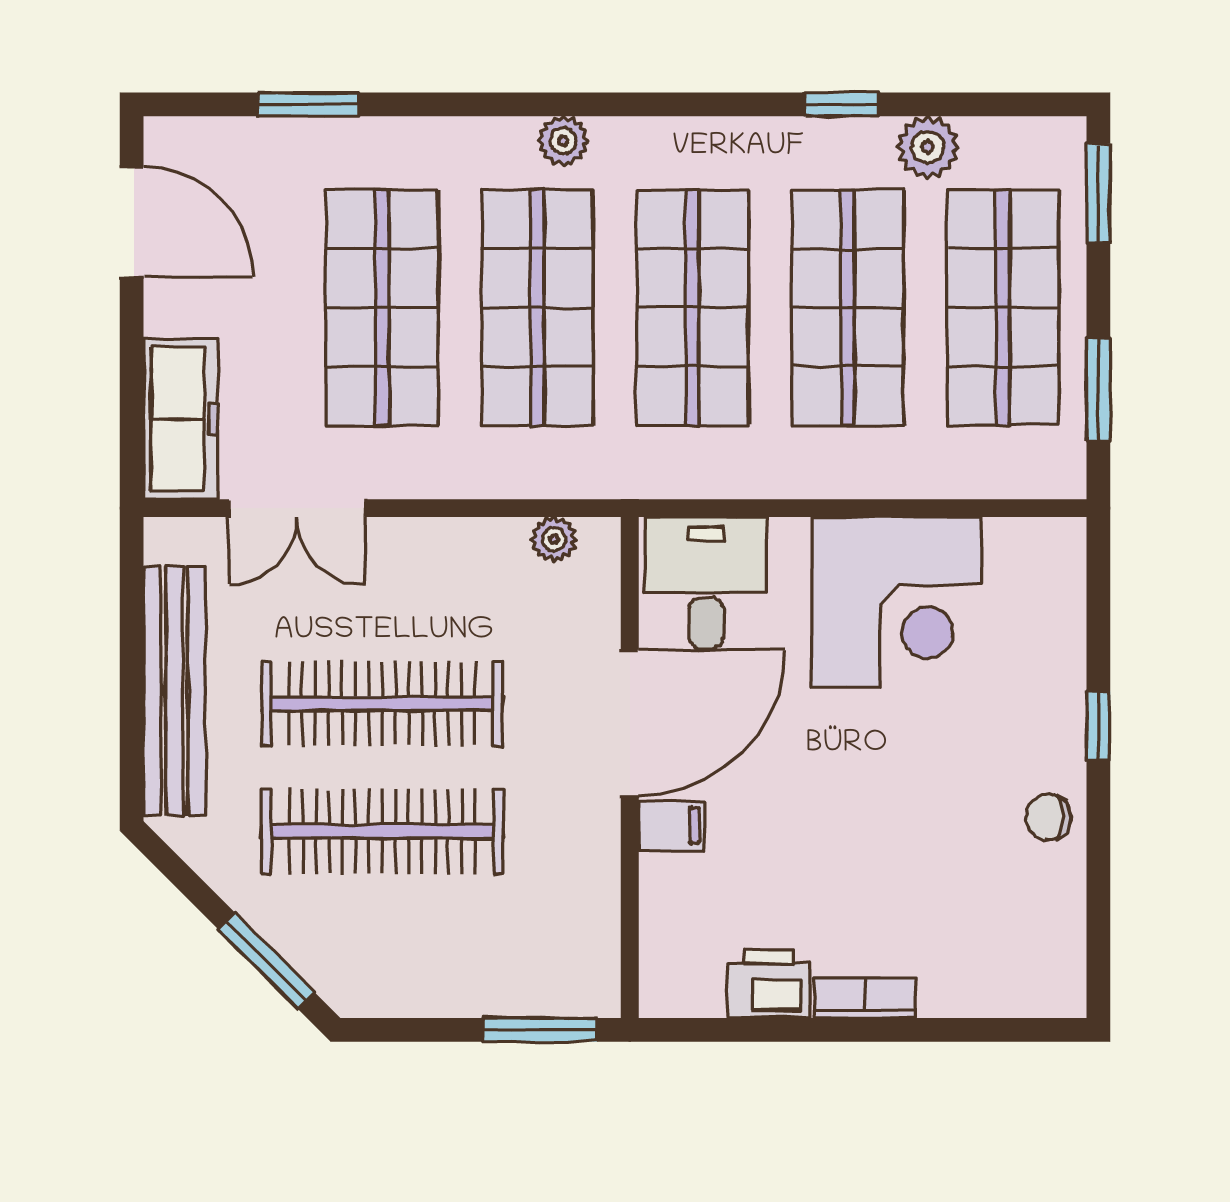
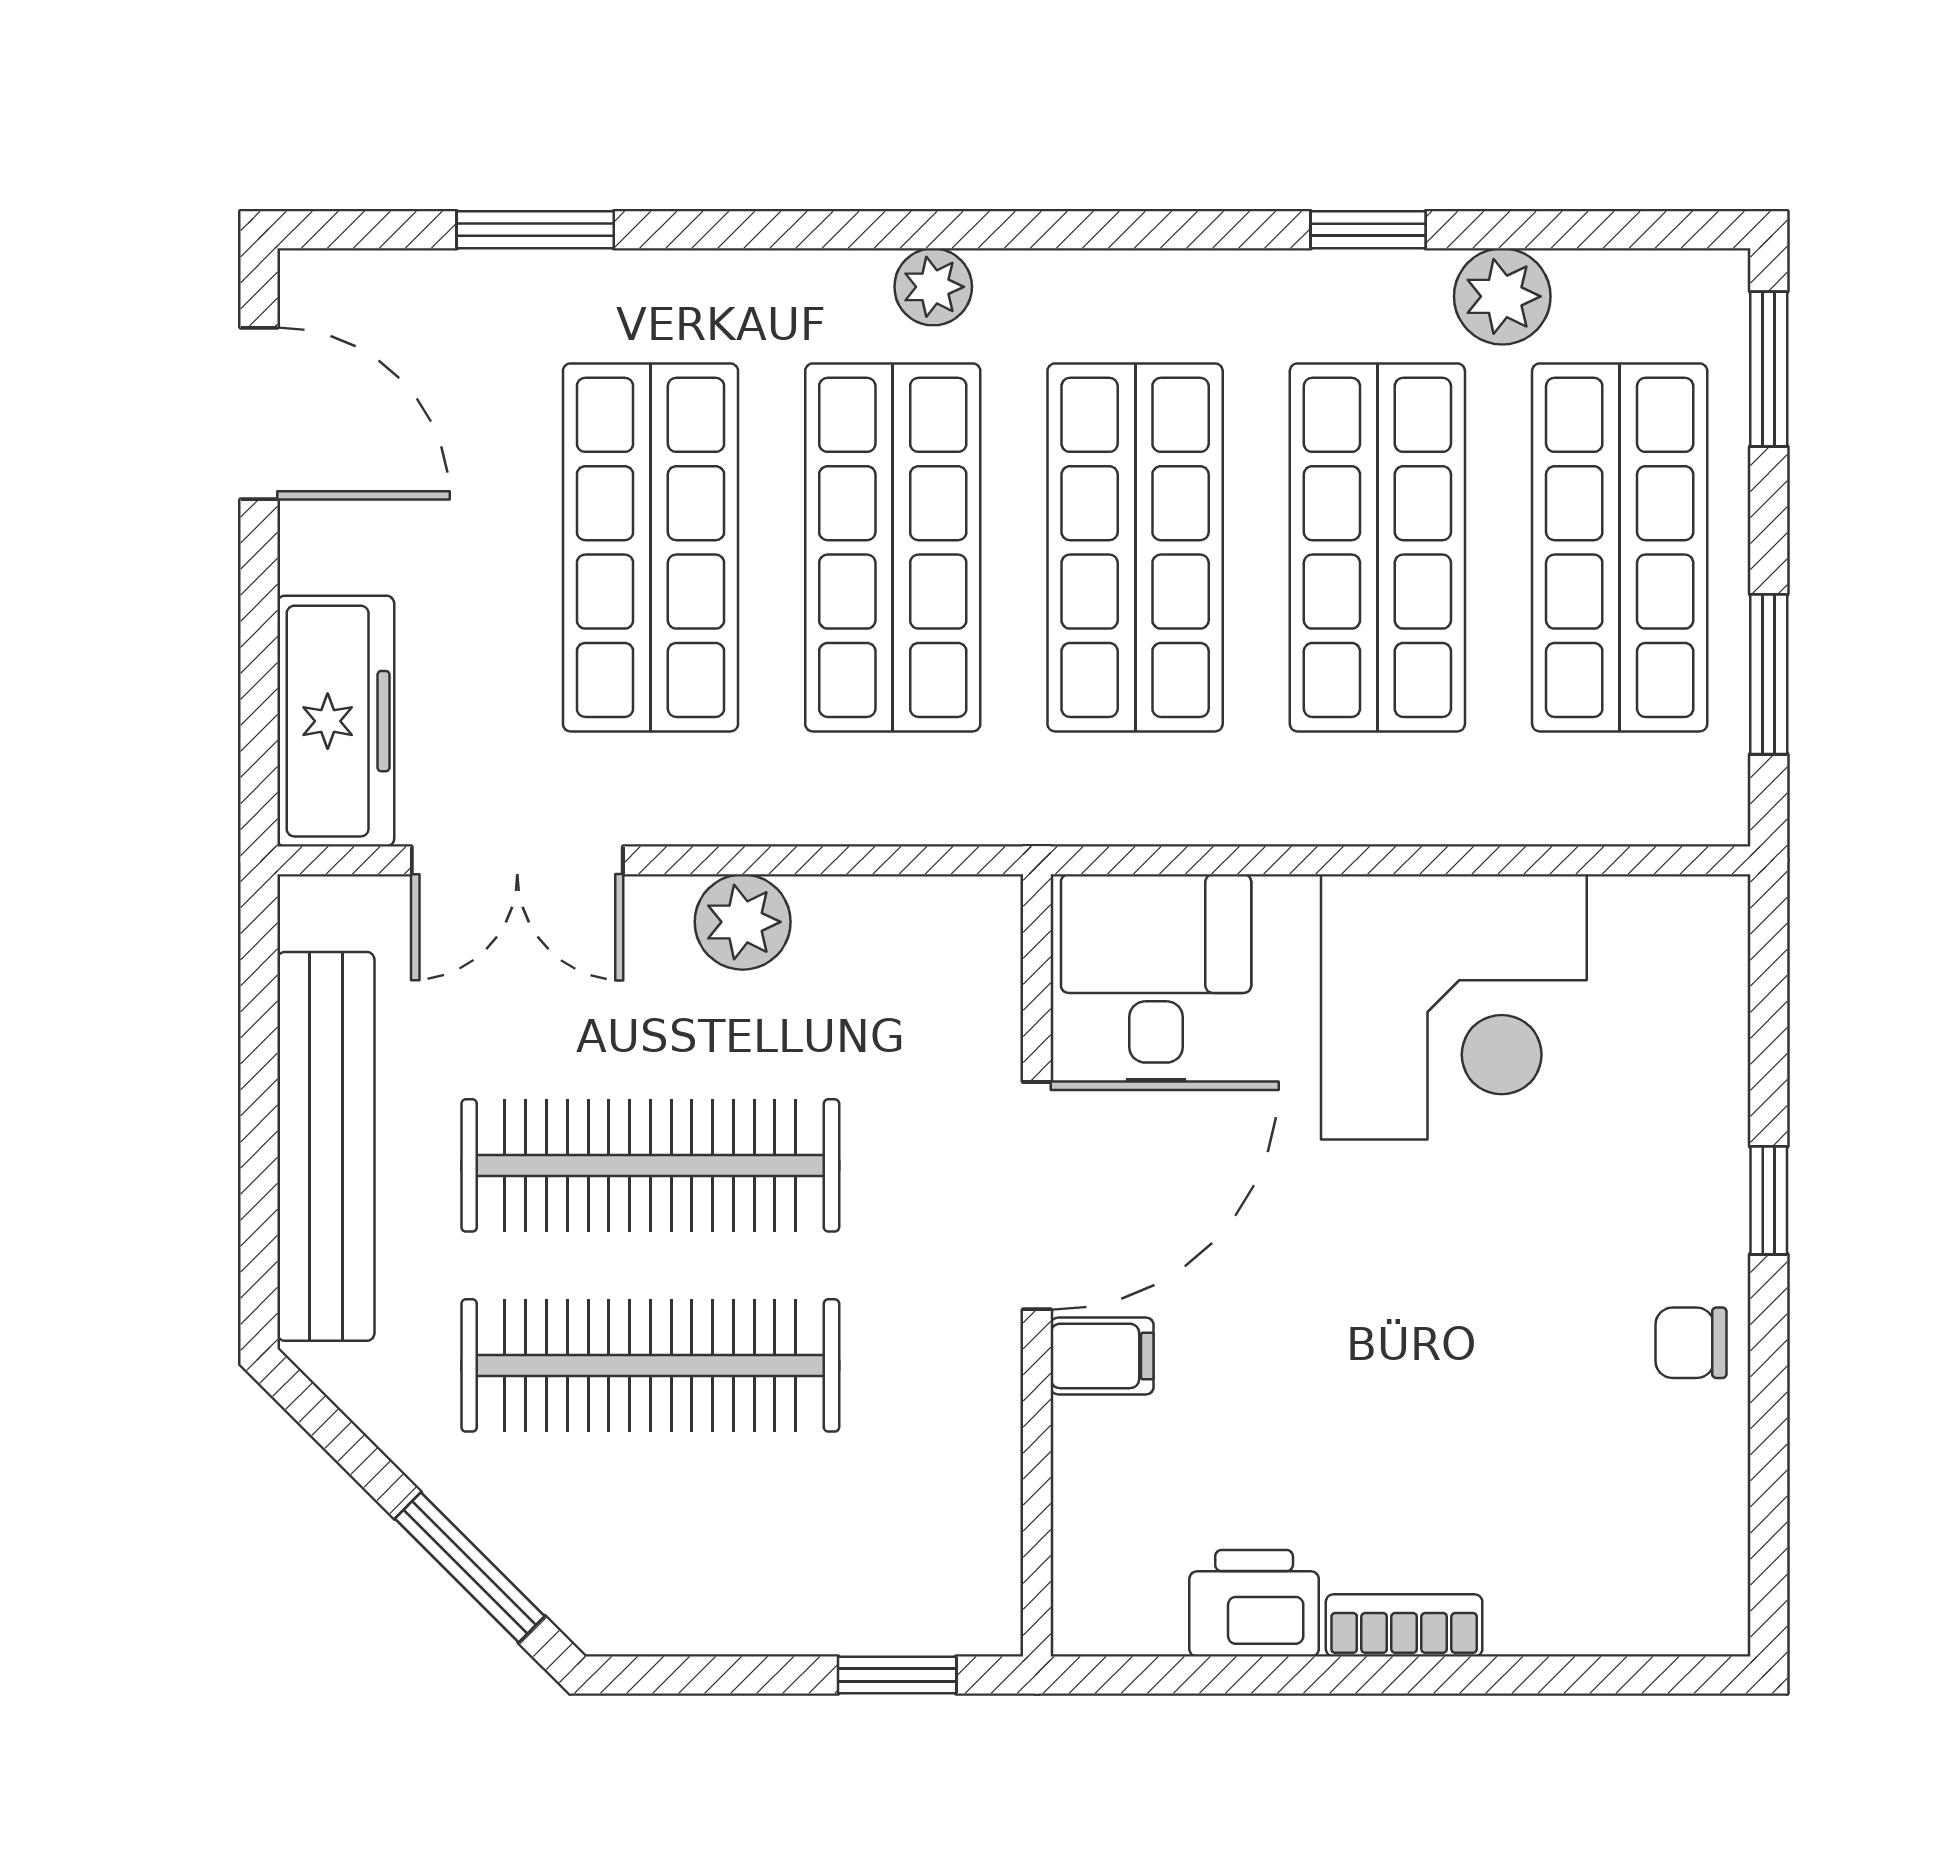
plant: (554, 539) -> (743, 922), moved, width x1.38, depth x1.38
window: (540, 1030) -> (897, 1675), width x0.67

